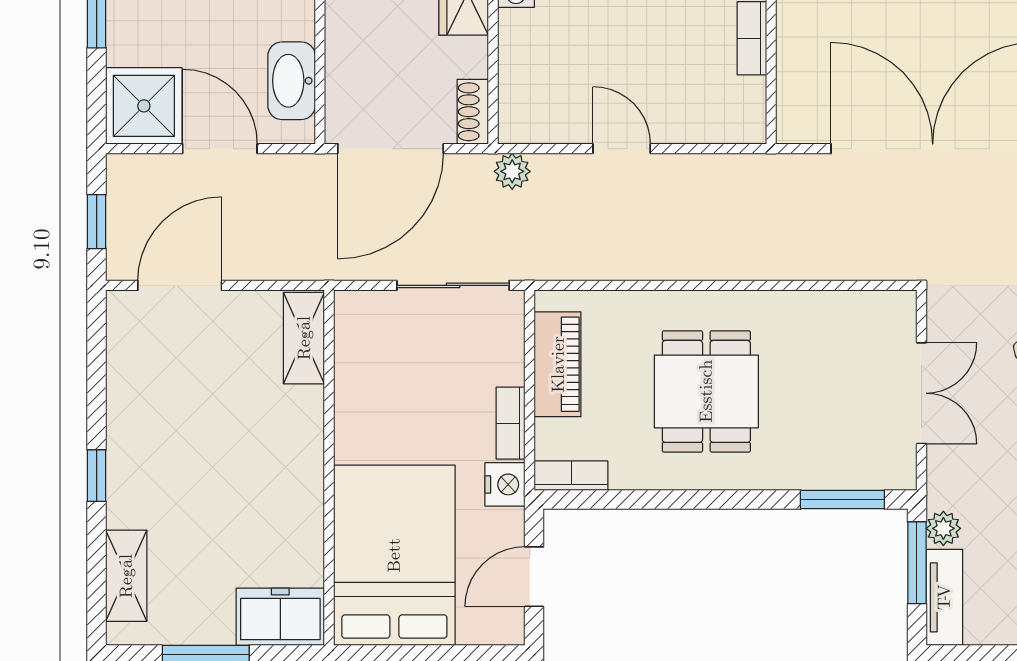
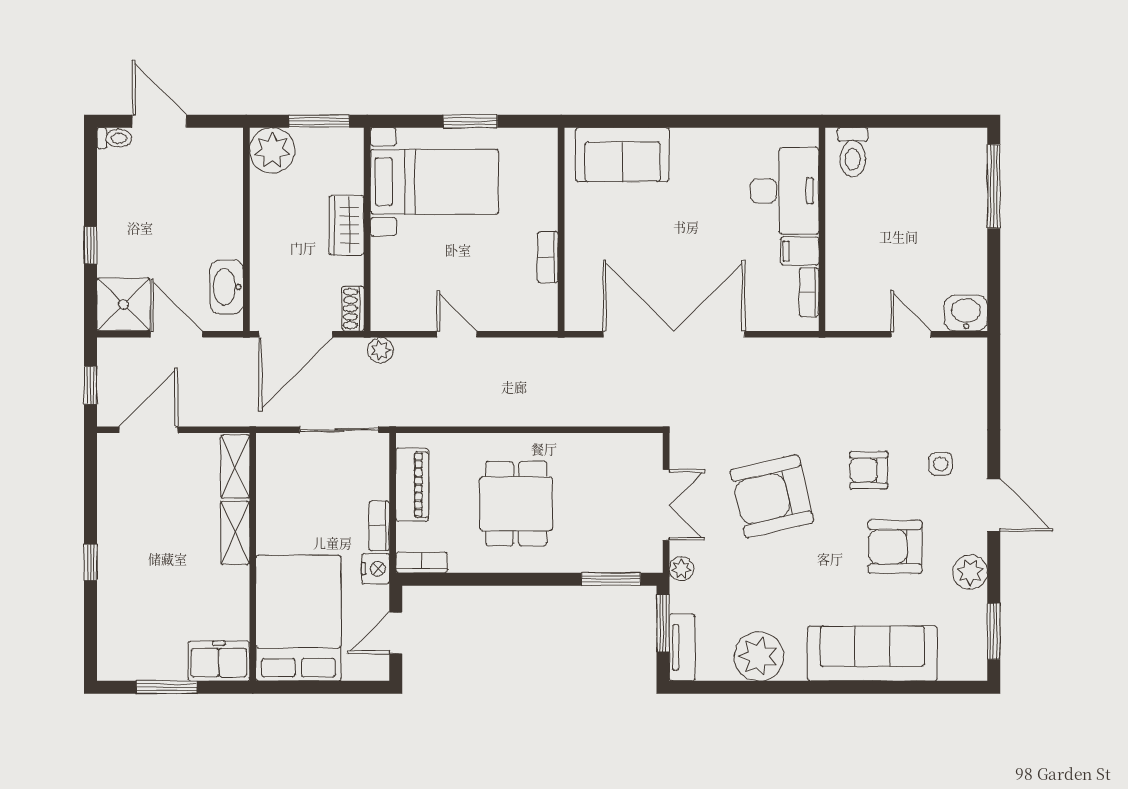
plant: (943, 528) -> (681, 569), moved
shelving: (126, 576) -> (235, 533), moved

